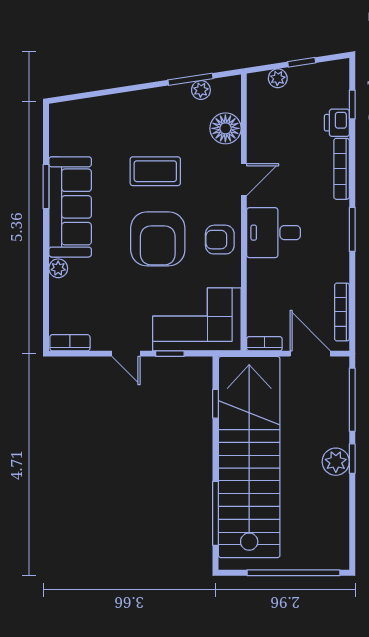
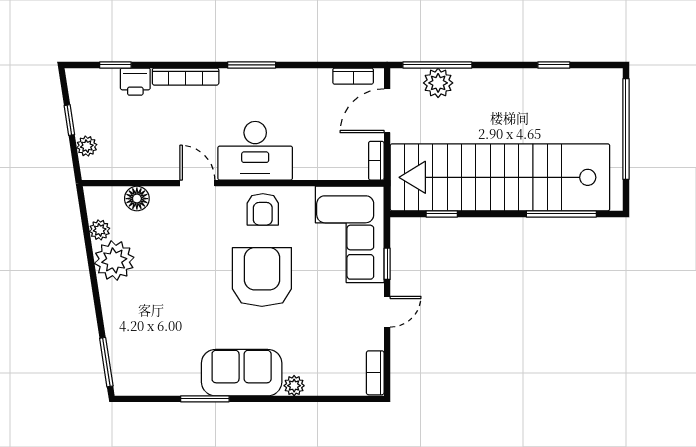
window: (190, 79) -> (106, 362), moved
plant: (173, 103) -> (114, 260), added
floor lamp: (225, 128) -> (137, 199), width x0.73, depth x0.73
coffee table: (155, 171) -> (188, 280), removed
sofa: (70, 207) -> (242, 373), width x0.73
desk: (274, 233) -> (255, 151), width x1.37
armchair: (158, 239) -> (262, 277), turned -90
bookcase: (342, 312) -> (353, 76), width x0.64
window: (352, 459) -> (554, 65), moved
plant: (336, 462) -> (438, 83), moved

